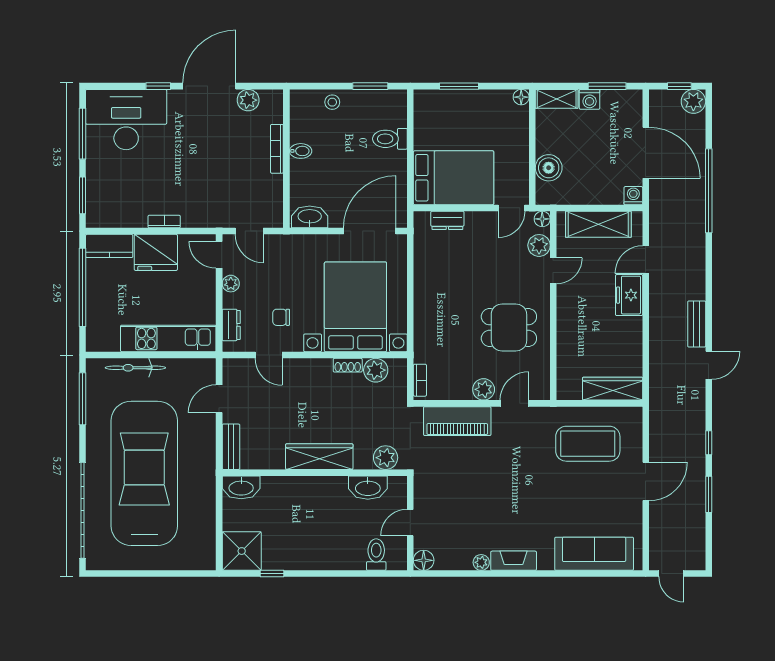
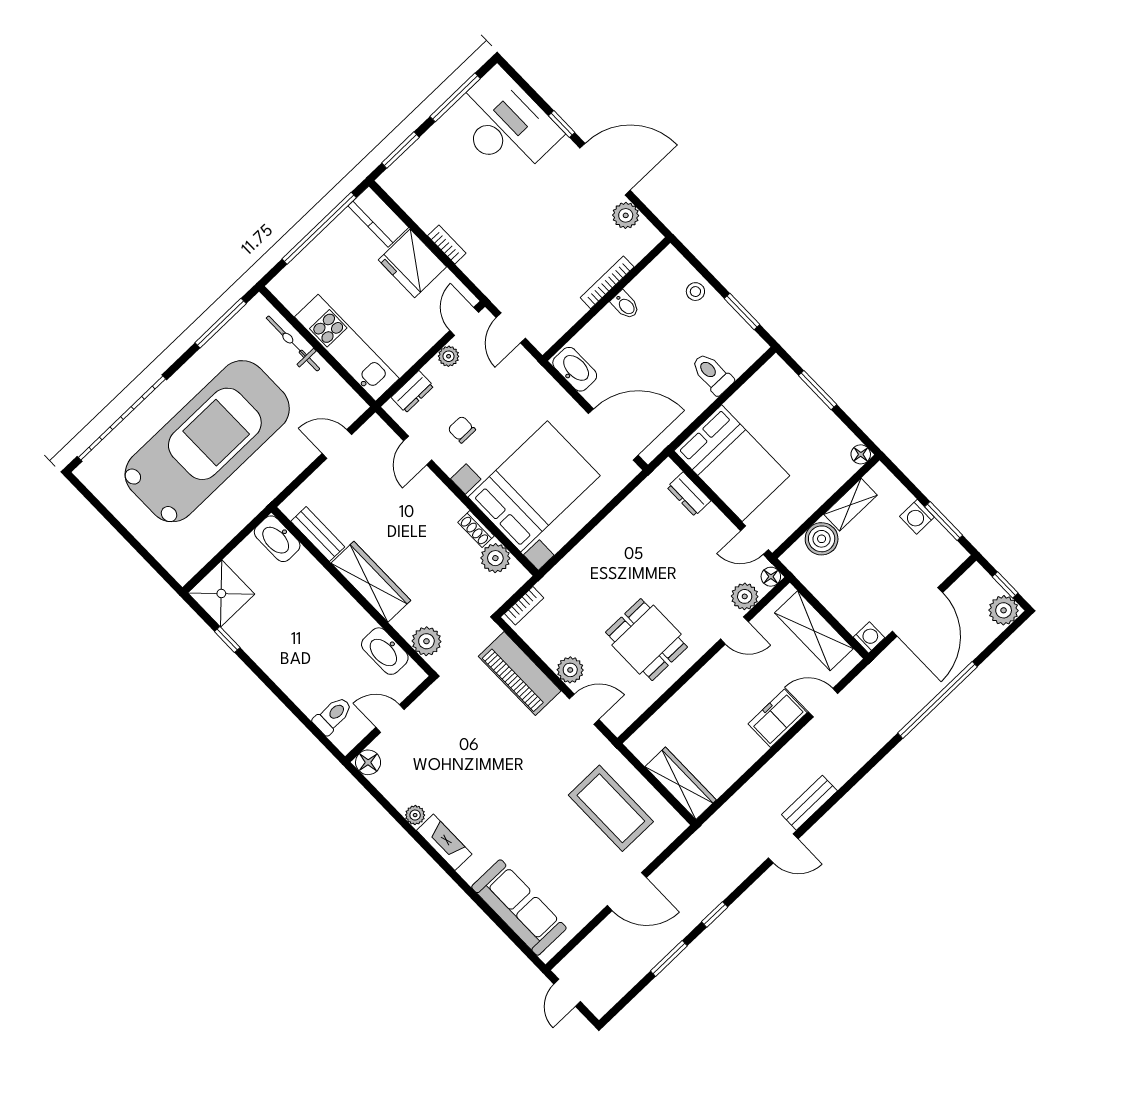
shelving: (557, 99) -> (850, 505), moved, turned 90
bench: (231, 447) -> (318, 534), moved, turned 90

